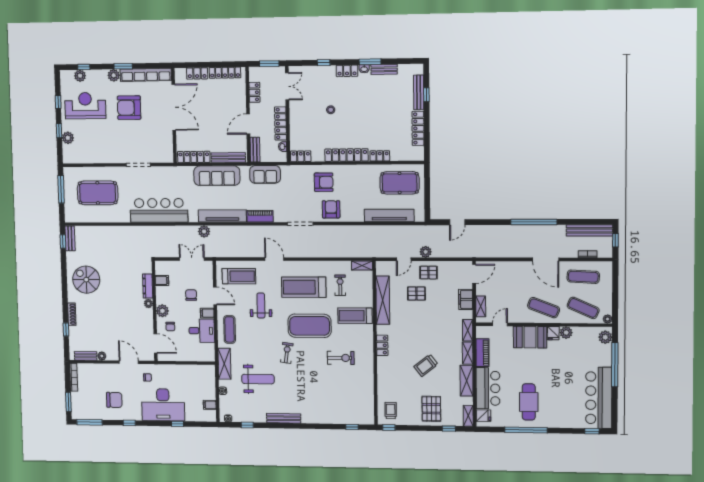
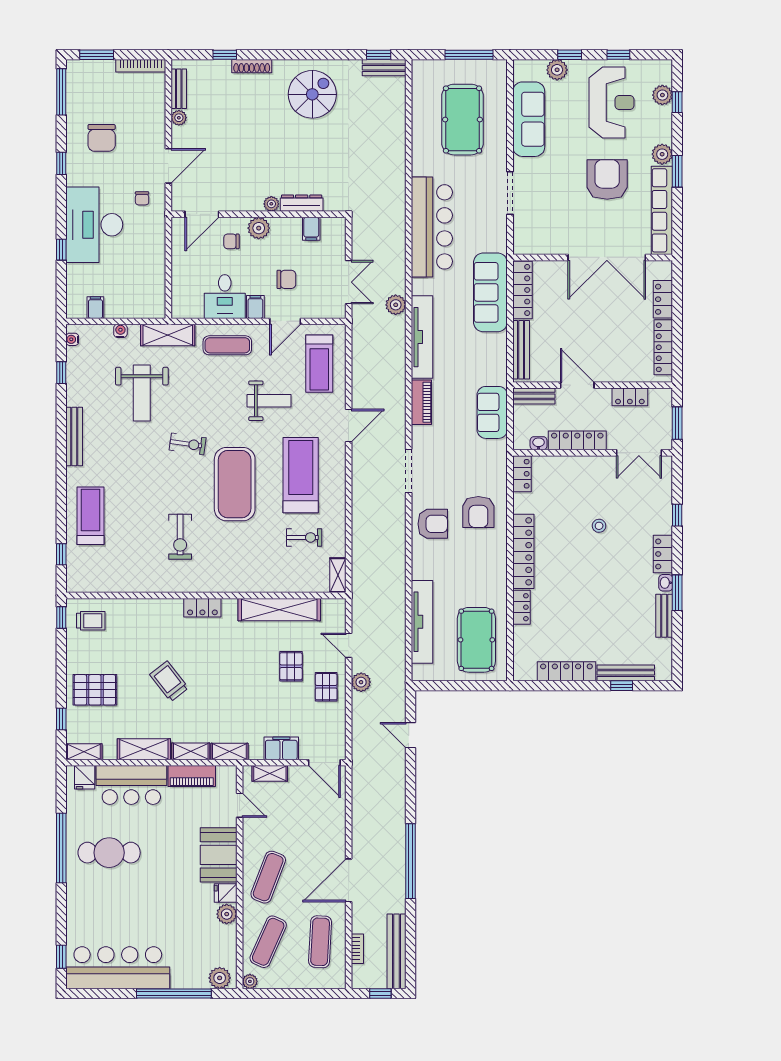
sofa: (96, 154) -> (529, 119), added
sofa: (217, 176) -> (490, 292), moved
treadmill: (355, 316) -> (91, 516), moved

